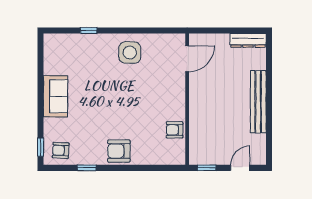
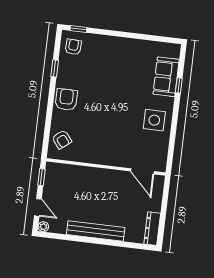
sofa: (55, 96) -> (166, 77), moved, turned 90
armchair: (175, 130) -> (62, 139), moved, turned 141
plant: (260, 159) -> (43, 227), added

